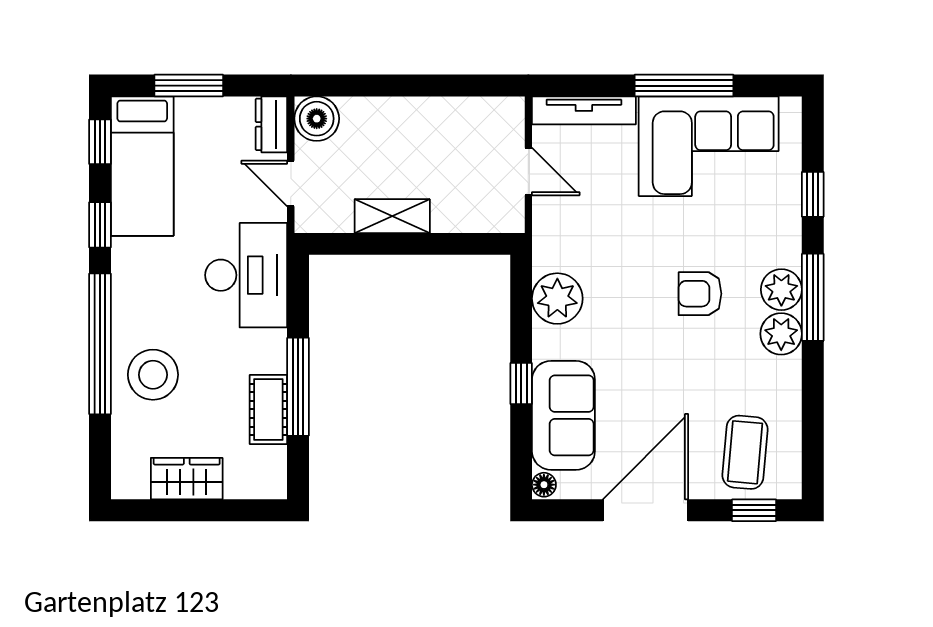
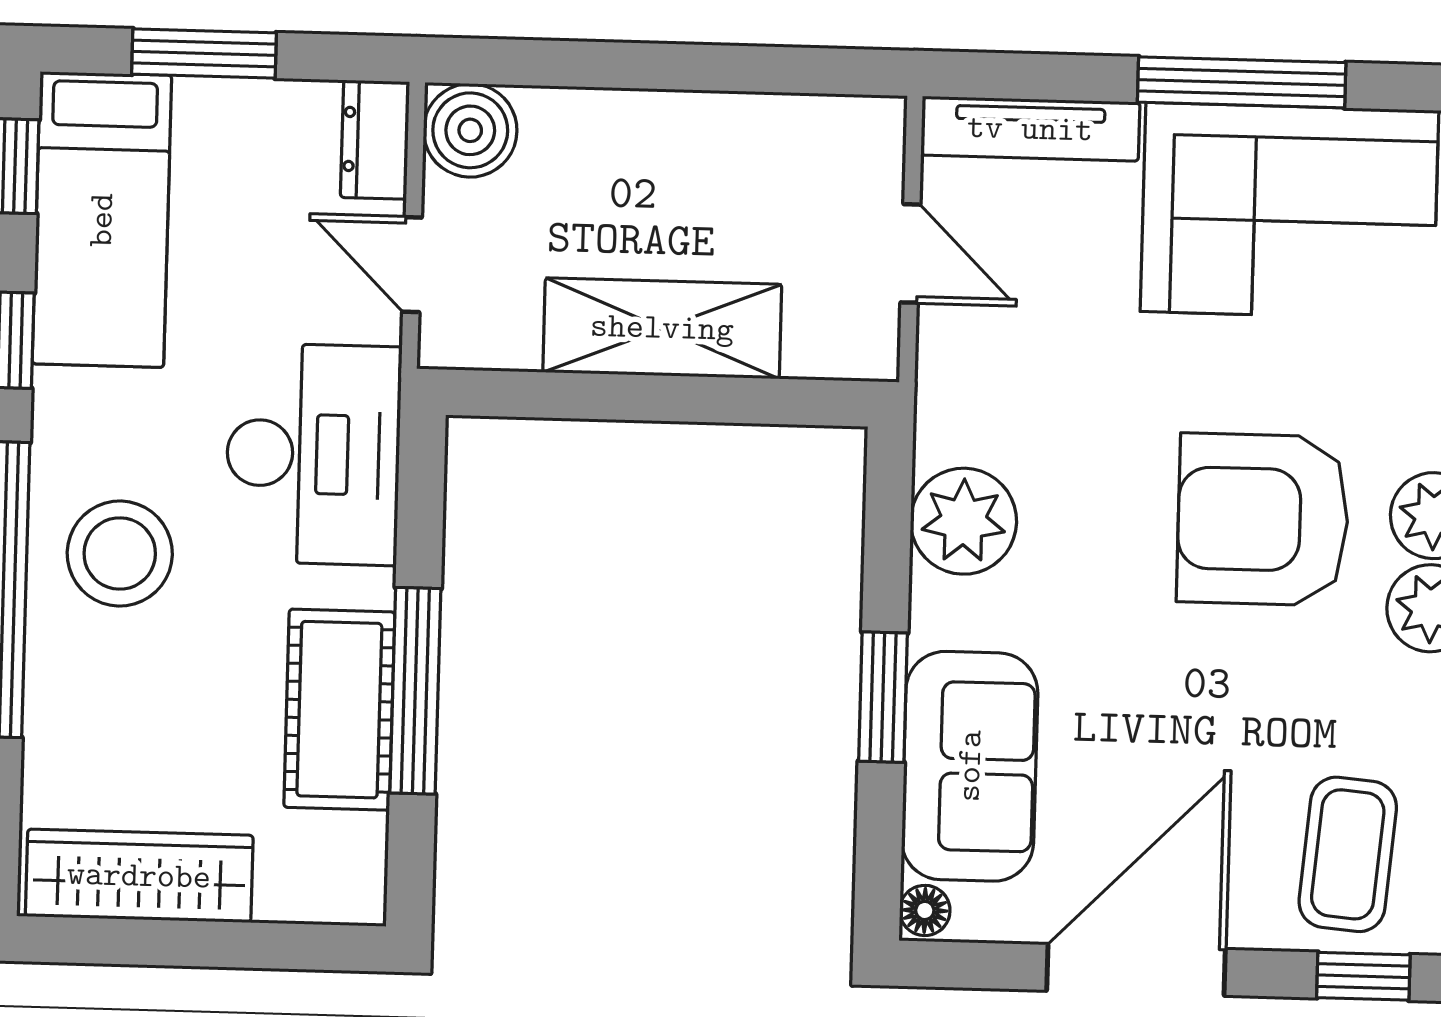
shelving: (392, 216) -> (662, 328), width x1.50, depth x1.33
armchair: (700, 294) -> (1263, 519), width x1.88, depth x1.88
stool: (153, 375) -> (120, 554), moved
window: (521, 384) -> (883, 697), width x1.50
cot: (268, 409) -> (339, 710), width x1.37, depth x1.34
wardrobe: (187, 479) -> (139, 876), width x1.50

